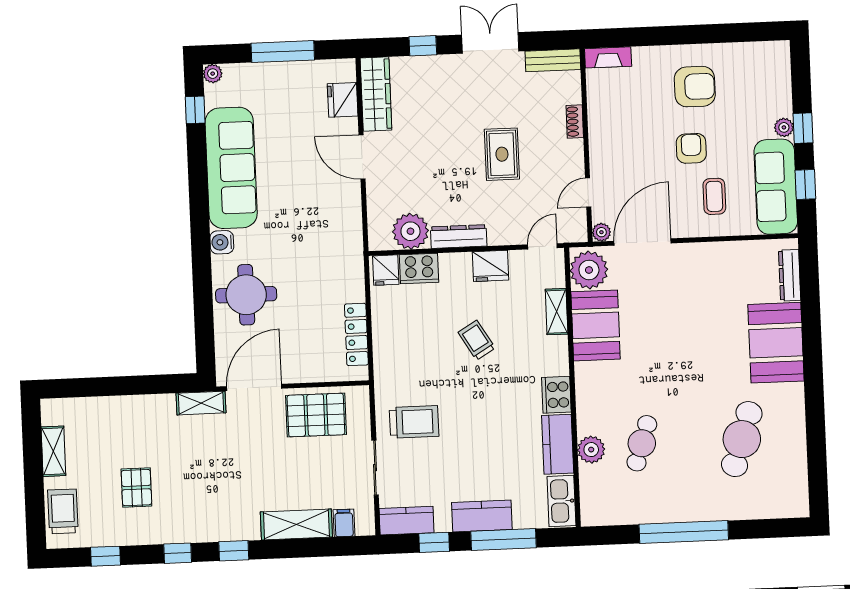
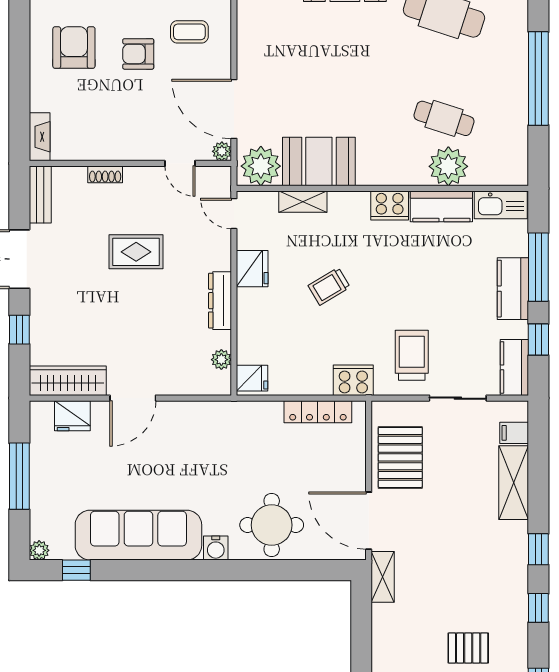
plant: (410, 231) -> (221, 360), width x0.53, depth x0.53
cooker: (419, 269) -> (353, 380), moved, turned -90
plant: (591, 450) -> (448, 166), width x1.36, depth x1.36

